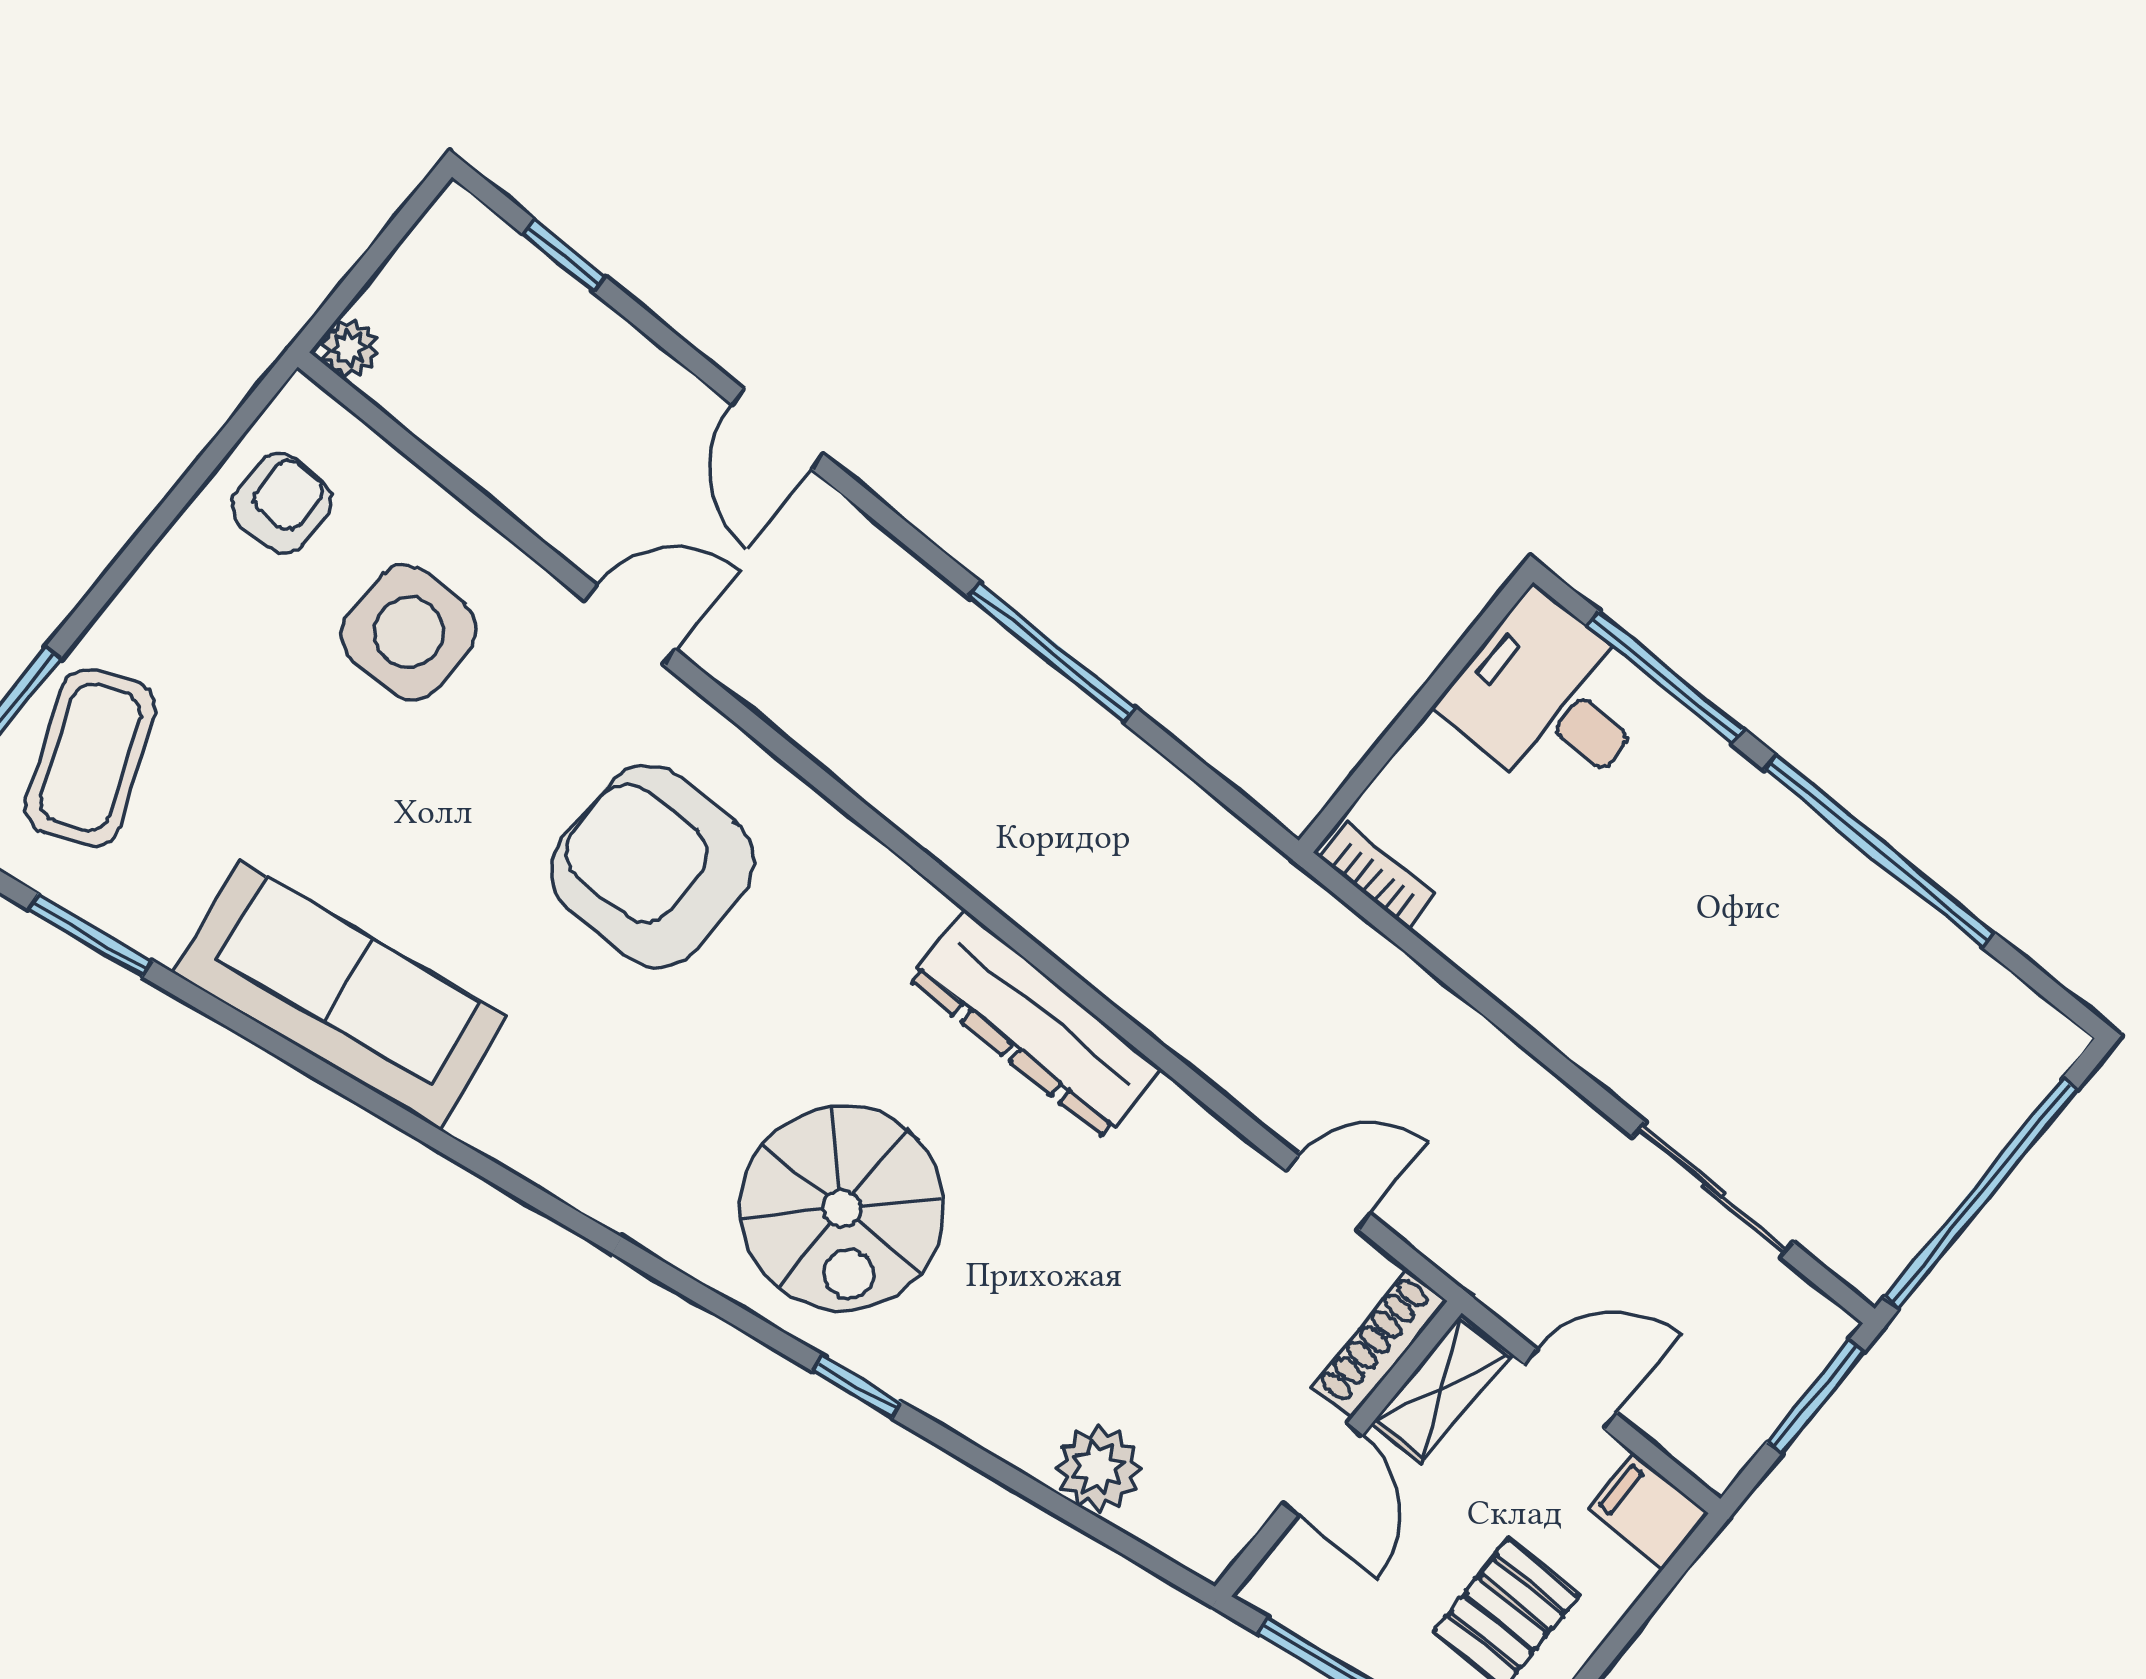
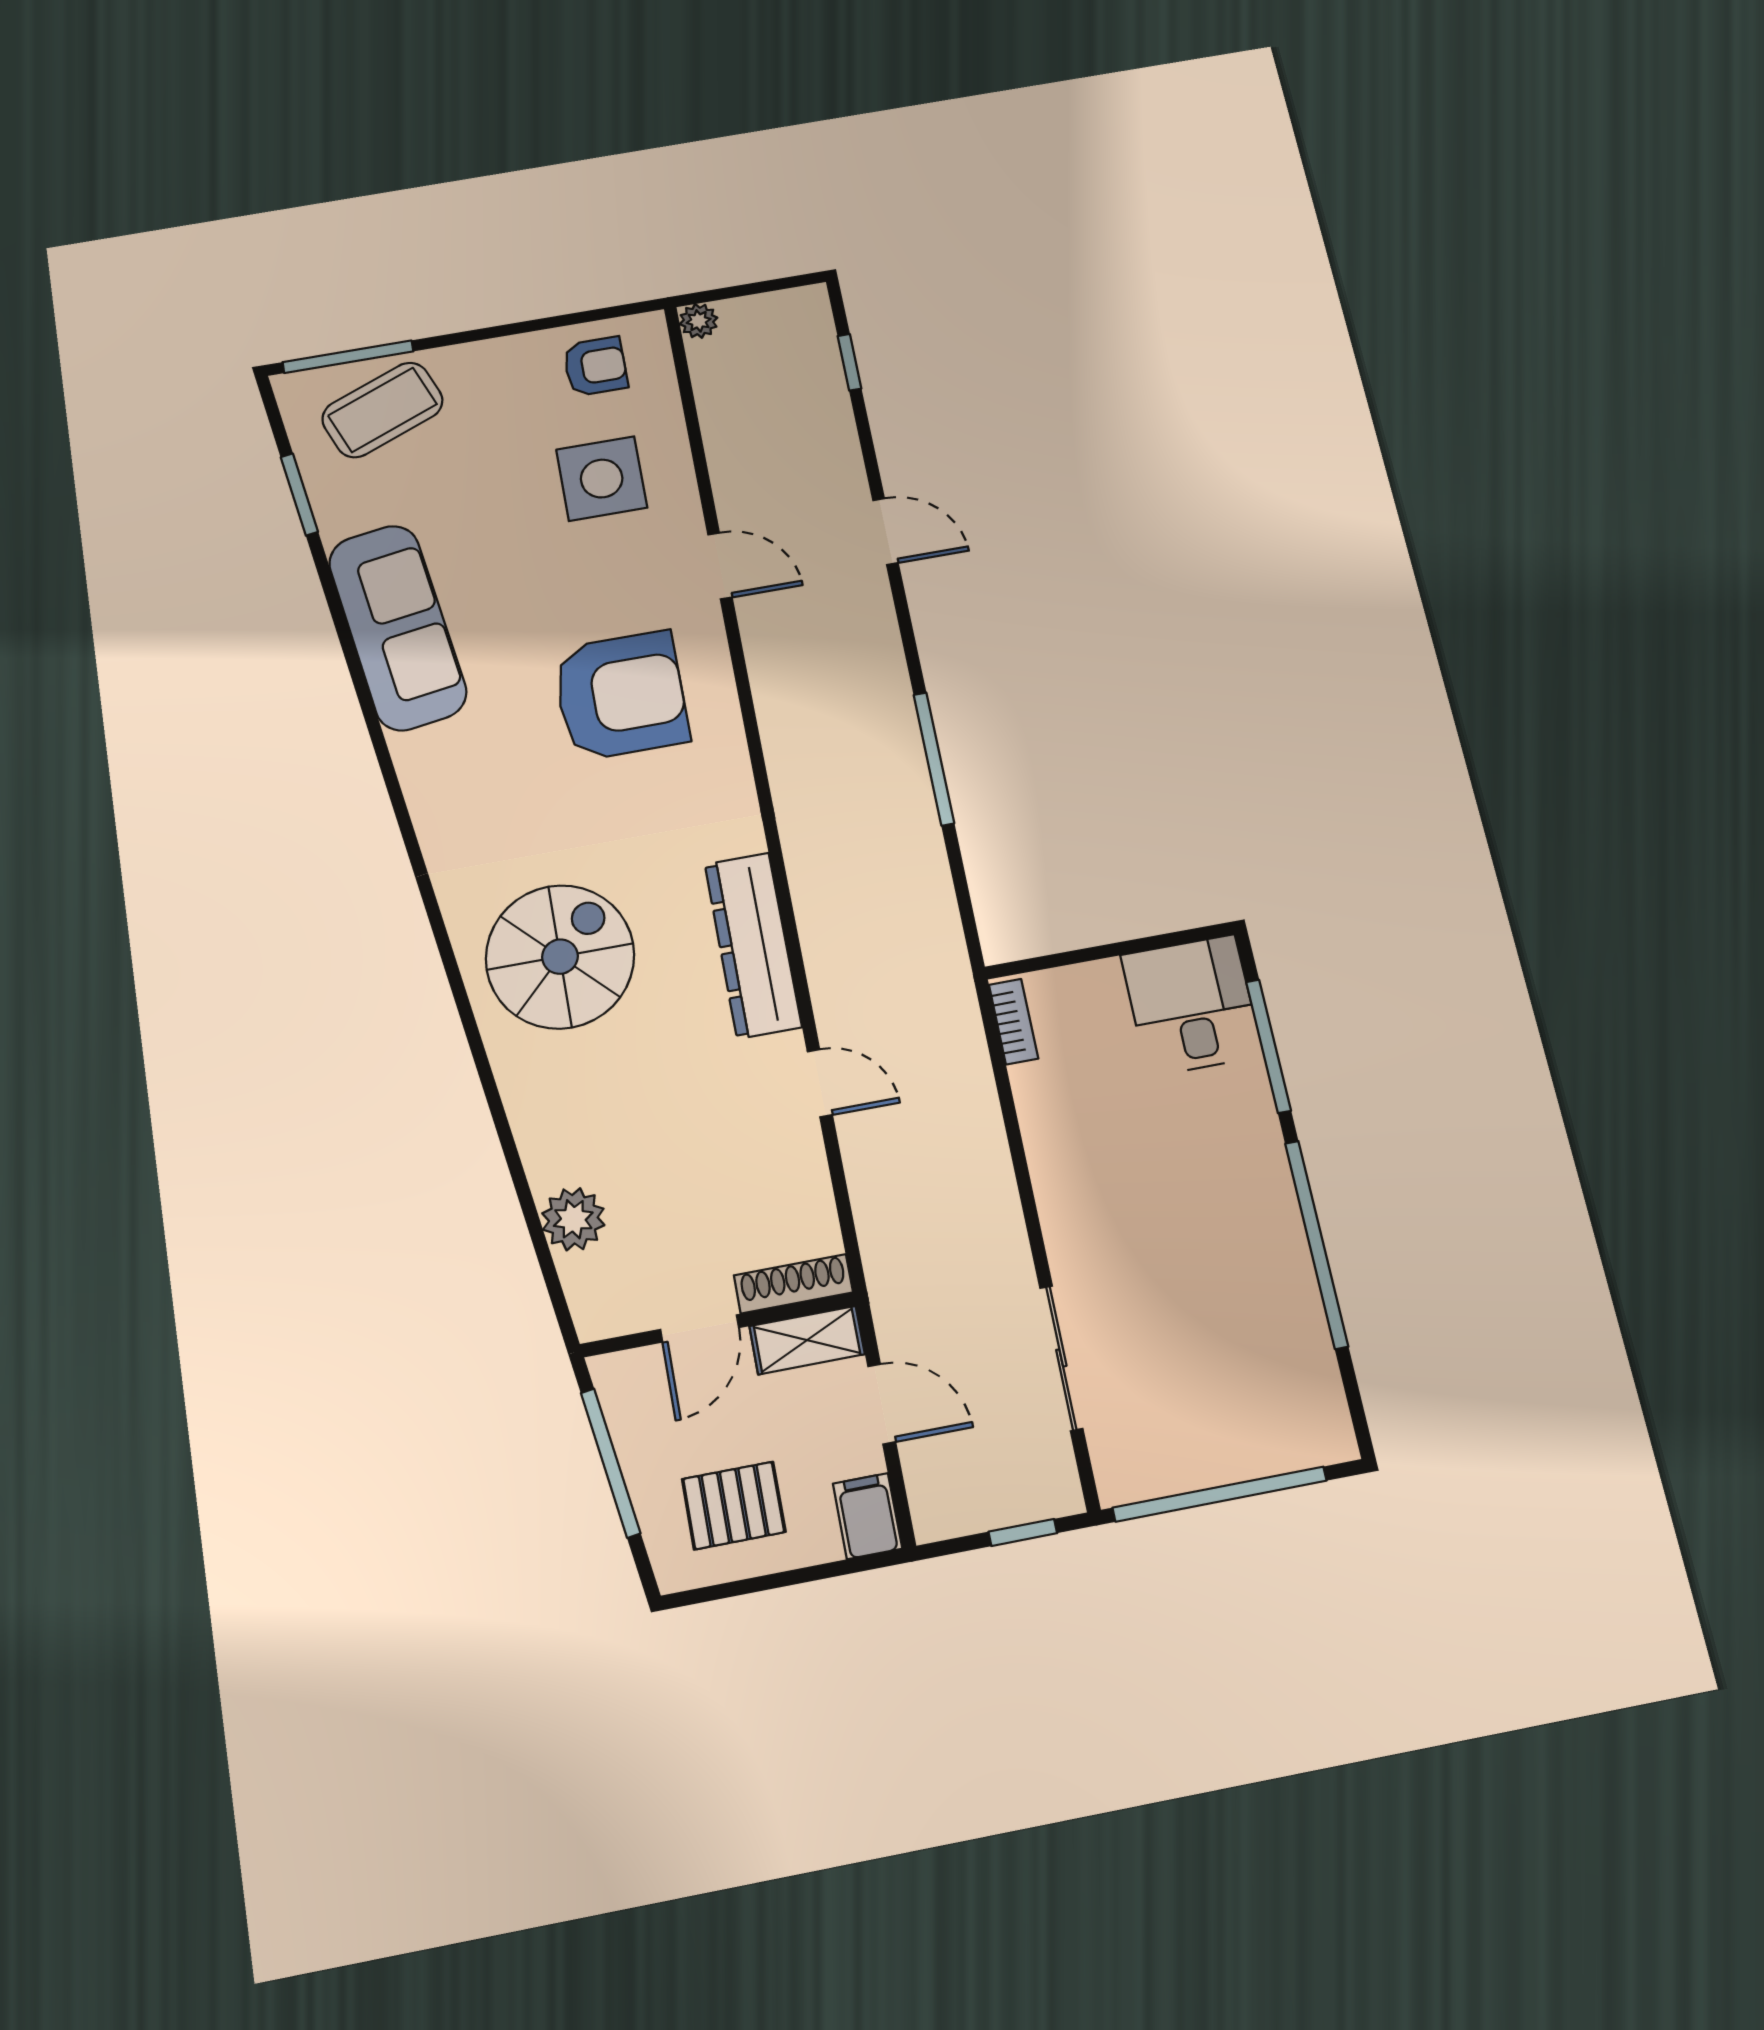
door: (778, 429) -> (885, 531), swing flipped
armchair: (652, 866) -> (621, 695), turned 90
door: (1328, 1193) -> (820, 1083), moved
spiral stairs: (842, 1208) -> (560, 957), turned 180
window: (857, 1387) -> (481, 1060), removed
window: (1815, 1397) -> (1023, 1532), width x0.67

